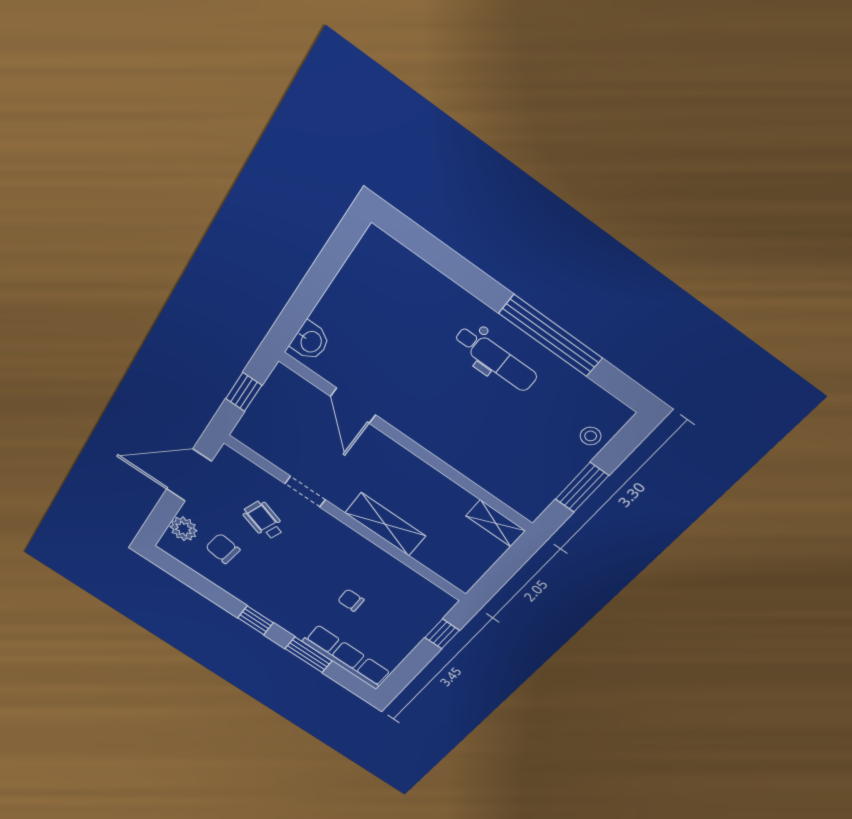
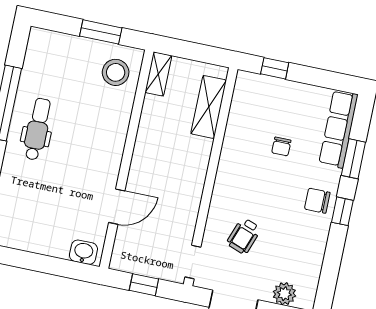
stool: (591, 436) -> (116, 72), moved, width x1.89, depth x1.89
doorway: (305, 492) -> (193, 262), moved
shelving: (385, 524) -> (209, 107), moved
chair: (223, 549) -> (317, 201), moved, turned 82

